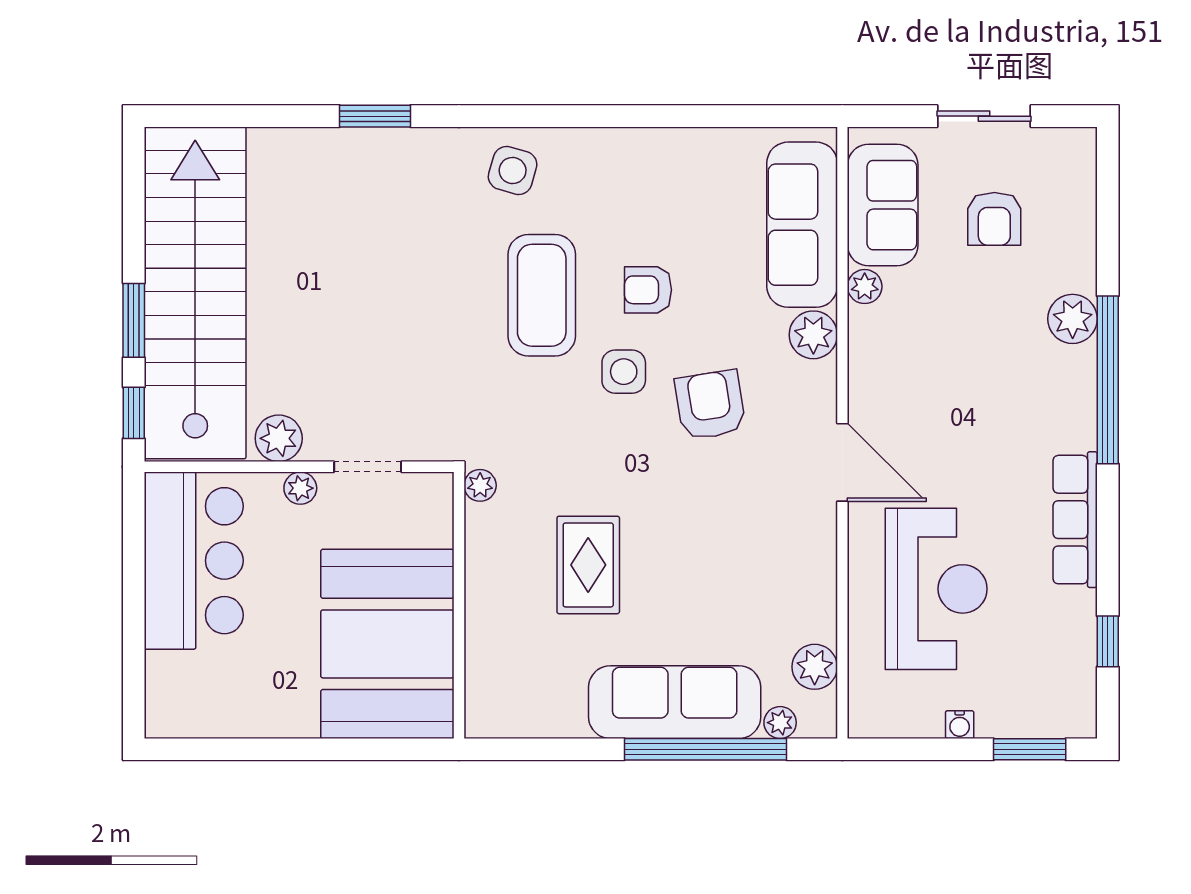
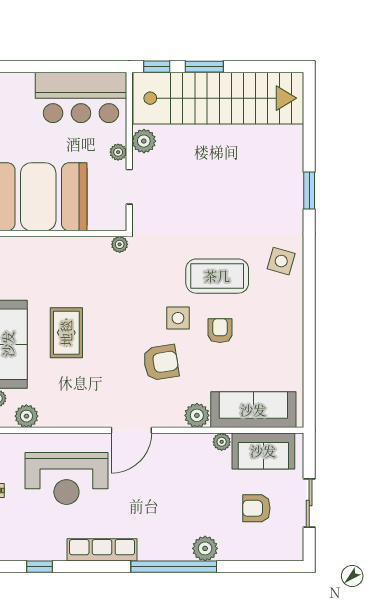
rug: (588, 565) -> (66, 333), moved, turned 90

